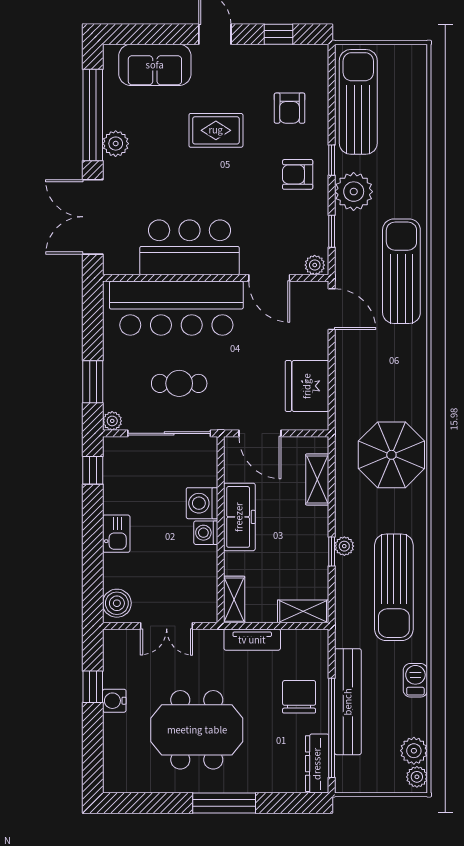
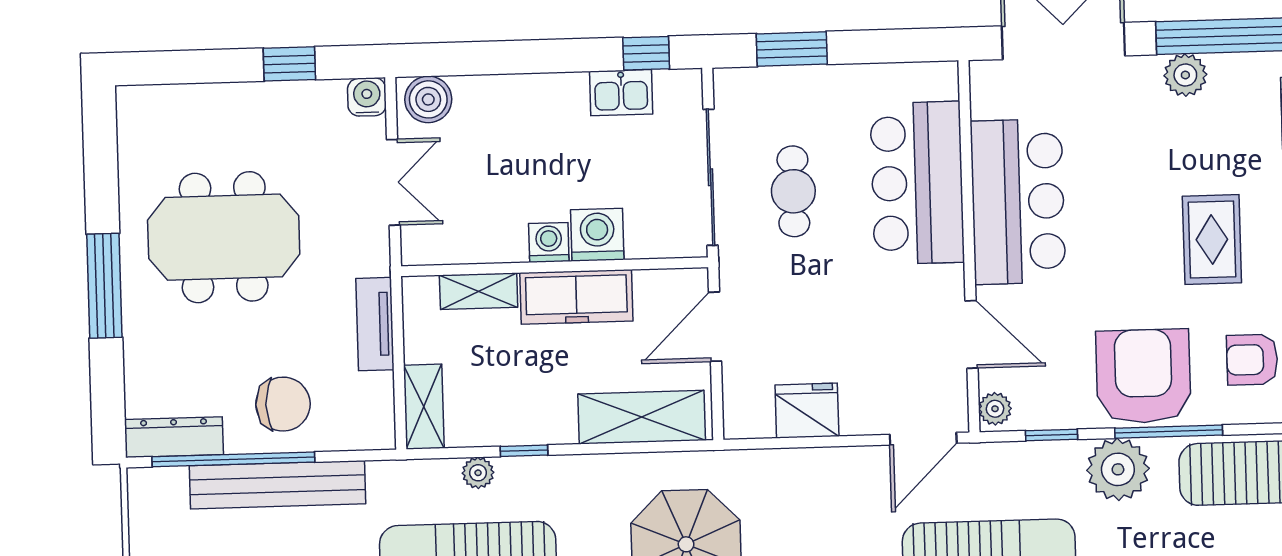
window: (332, 160) -> (1169, 432), width x2.17
armchair: (298, 174) -> (1143, 376), width x1.88, depth x1.88
door: (269, 278) -> (971, 334), swing flipped
bar counter: (176, 308) -> (917, 183), width x0.73
fridge: (307, 386) -> (807, 411), width x0.73, depth x0.75
plant: (112, 421) -> (728, 83), removed
shelving: (317, 479) -> (642, 417), width x1.50, depth x1.33
kitchen sink: (116, 534) -> (621, 93), moved
plant: (344, 546) -> (478, 473), moved
shelving: (234, 600) -> (479, 291), moved
double door: (167, 626) -> (393, 182), swing flipped
water cooler: (114, 701) -> (367, 97), moved
meeting table: (197, 730) -> (224, 237), turned 90

